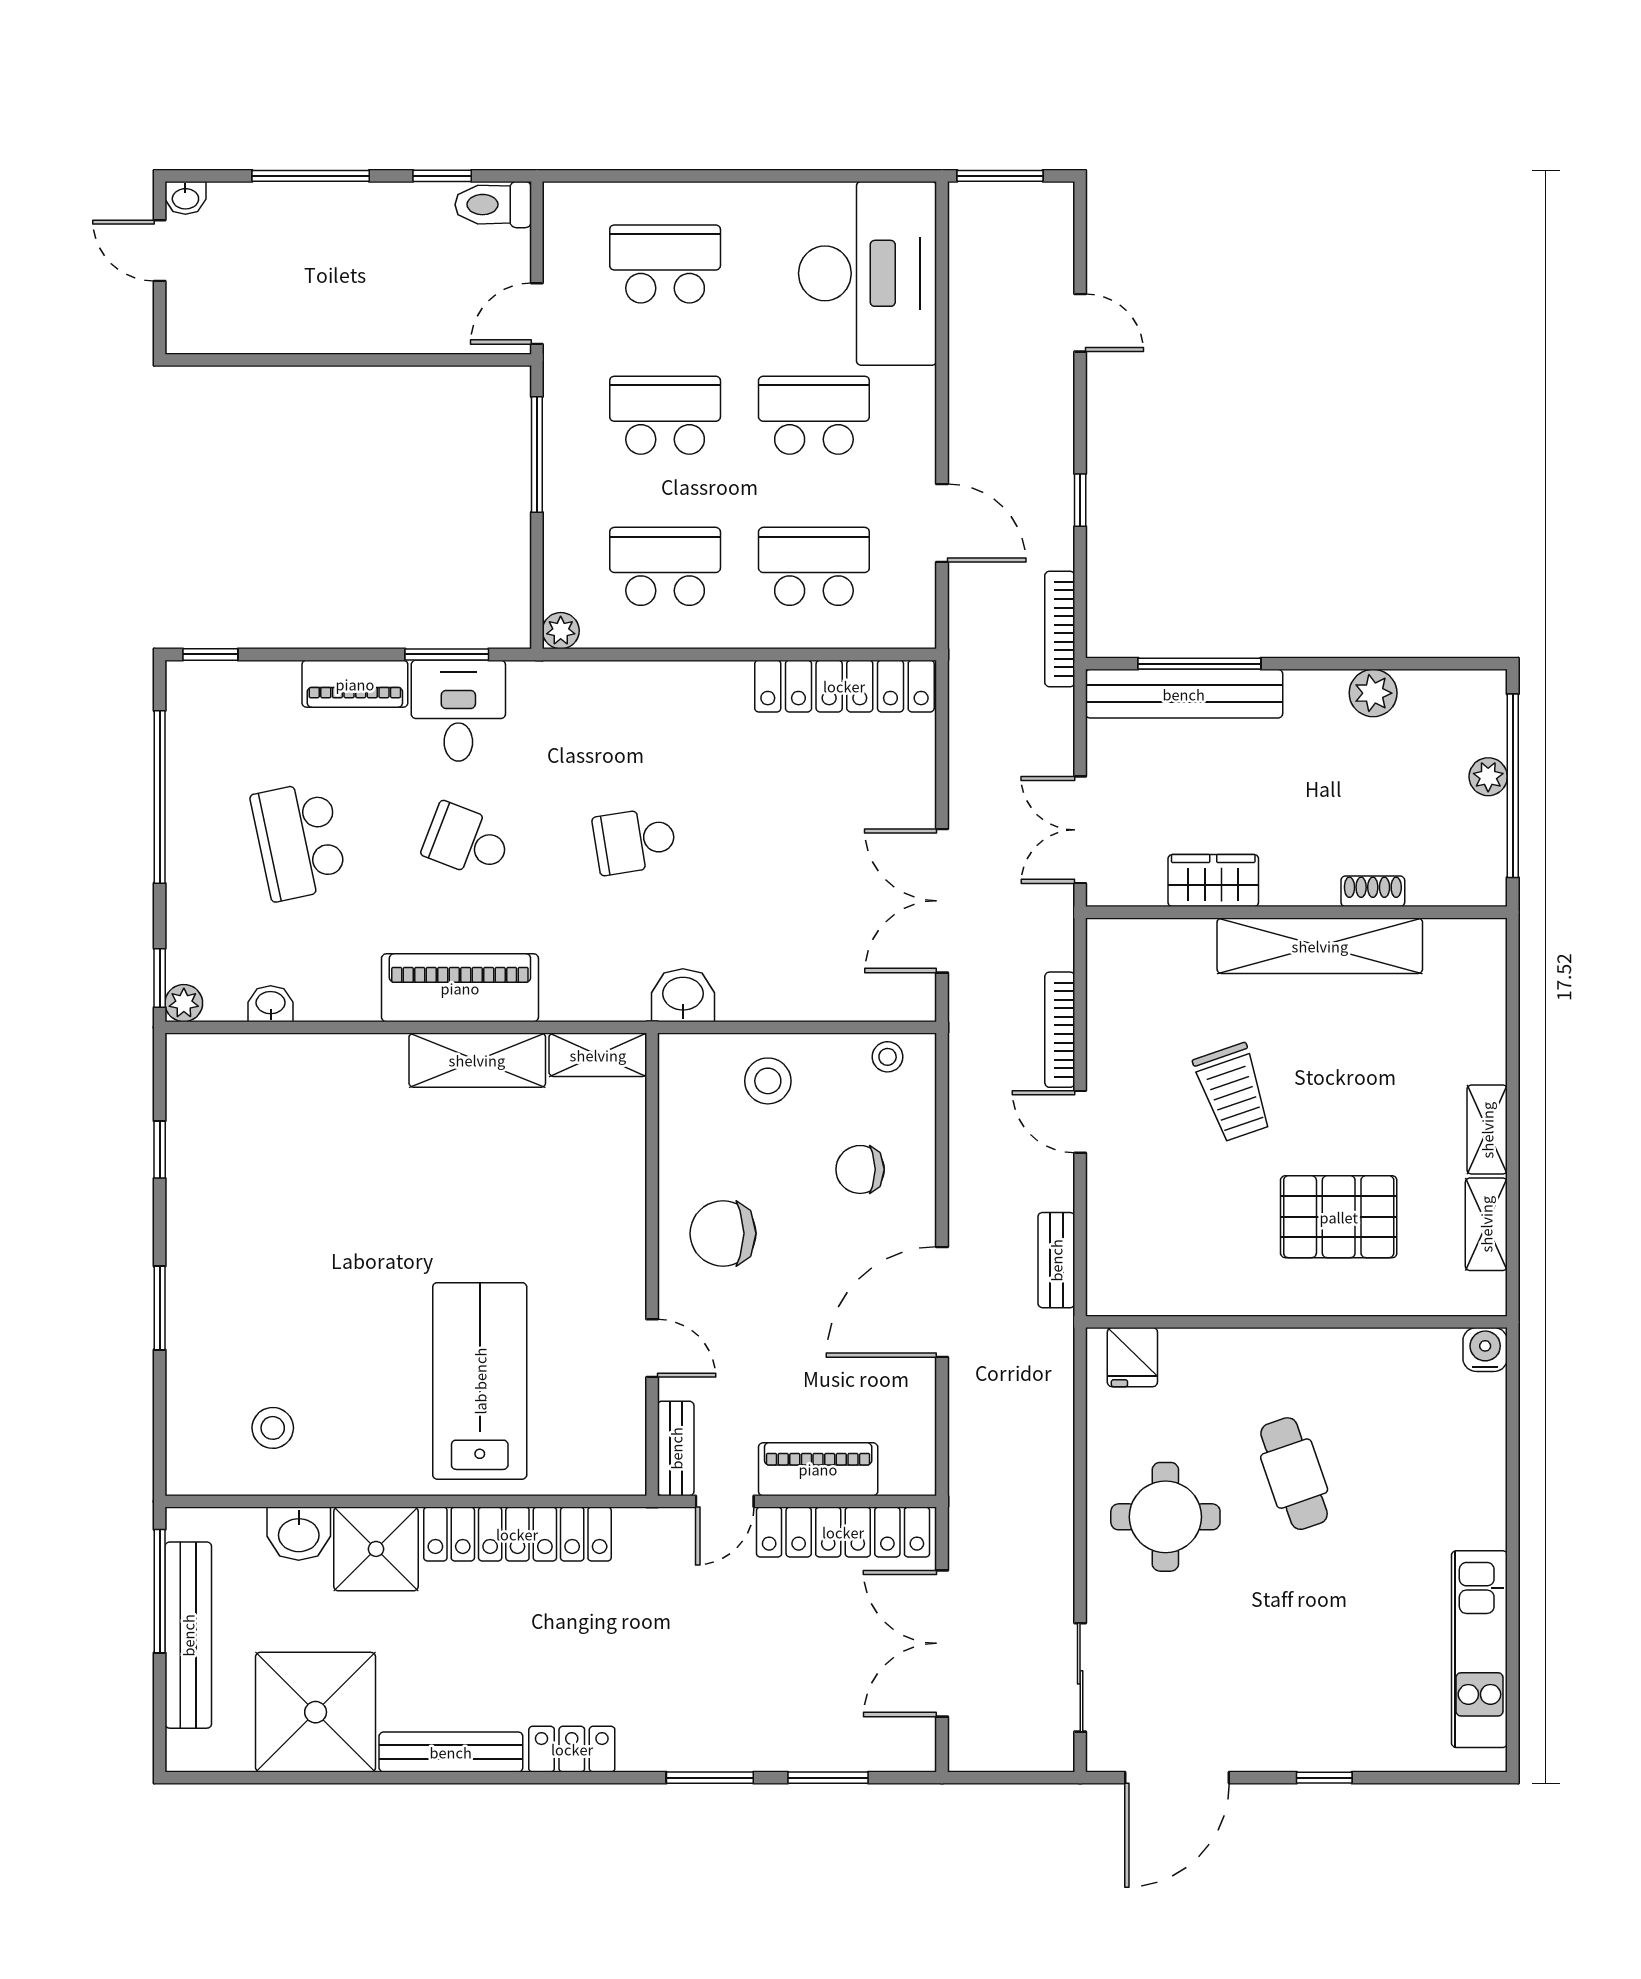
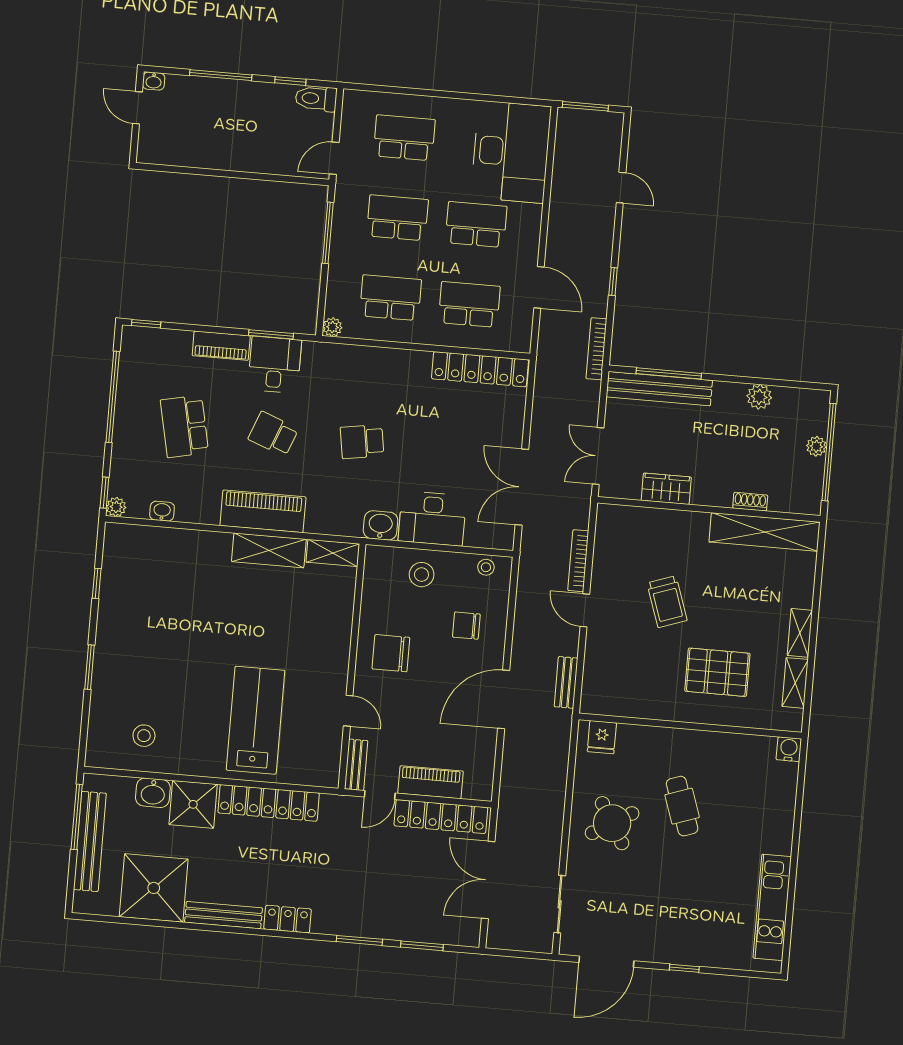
shelving: (1320, 946) -> (765, 532), moved
desk: (779, 974) -> (432, 519), added
round table: (1165, 1517) -> (612, 823), turned -31

